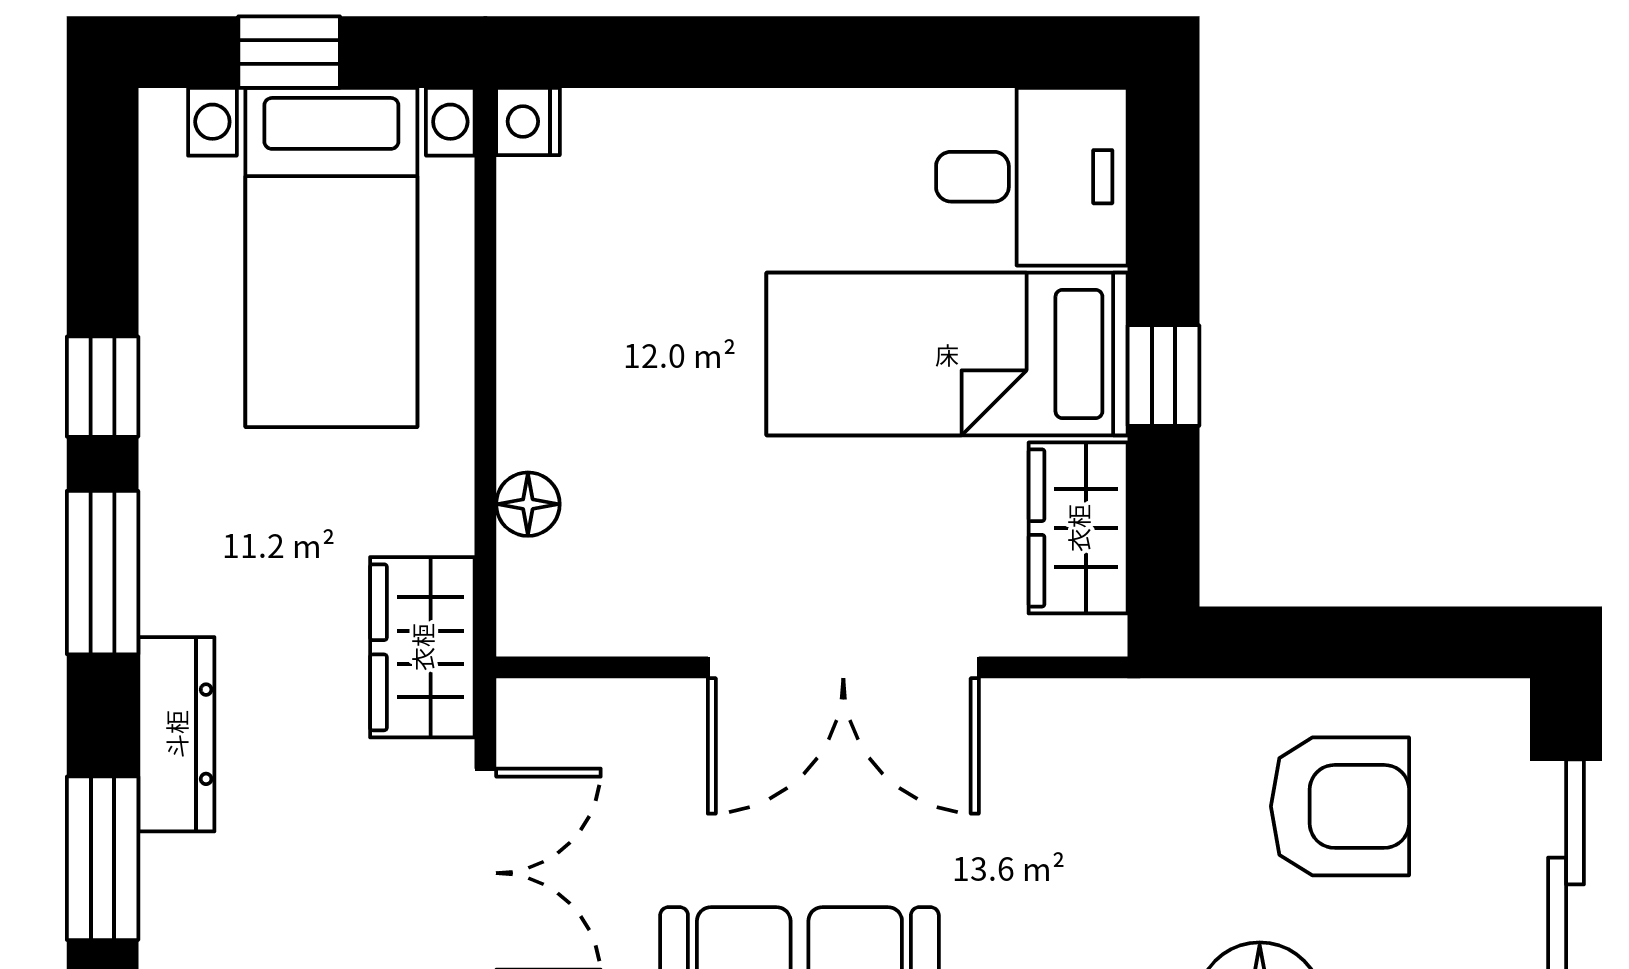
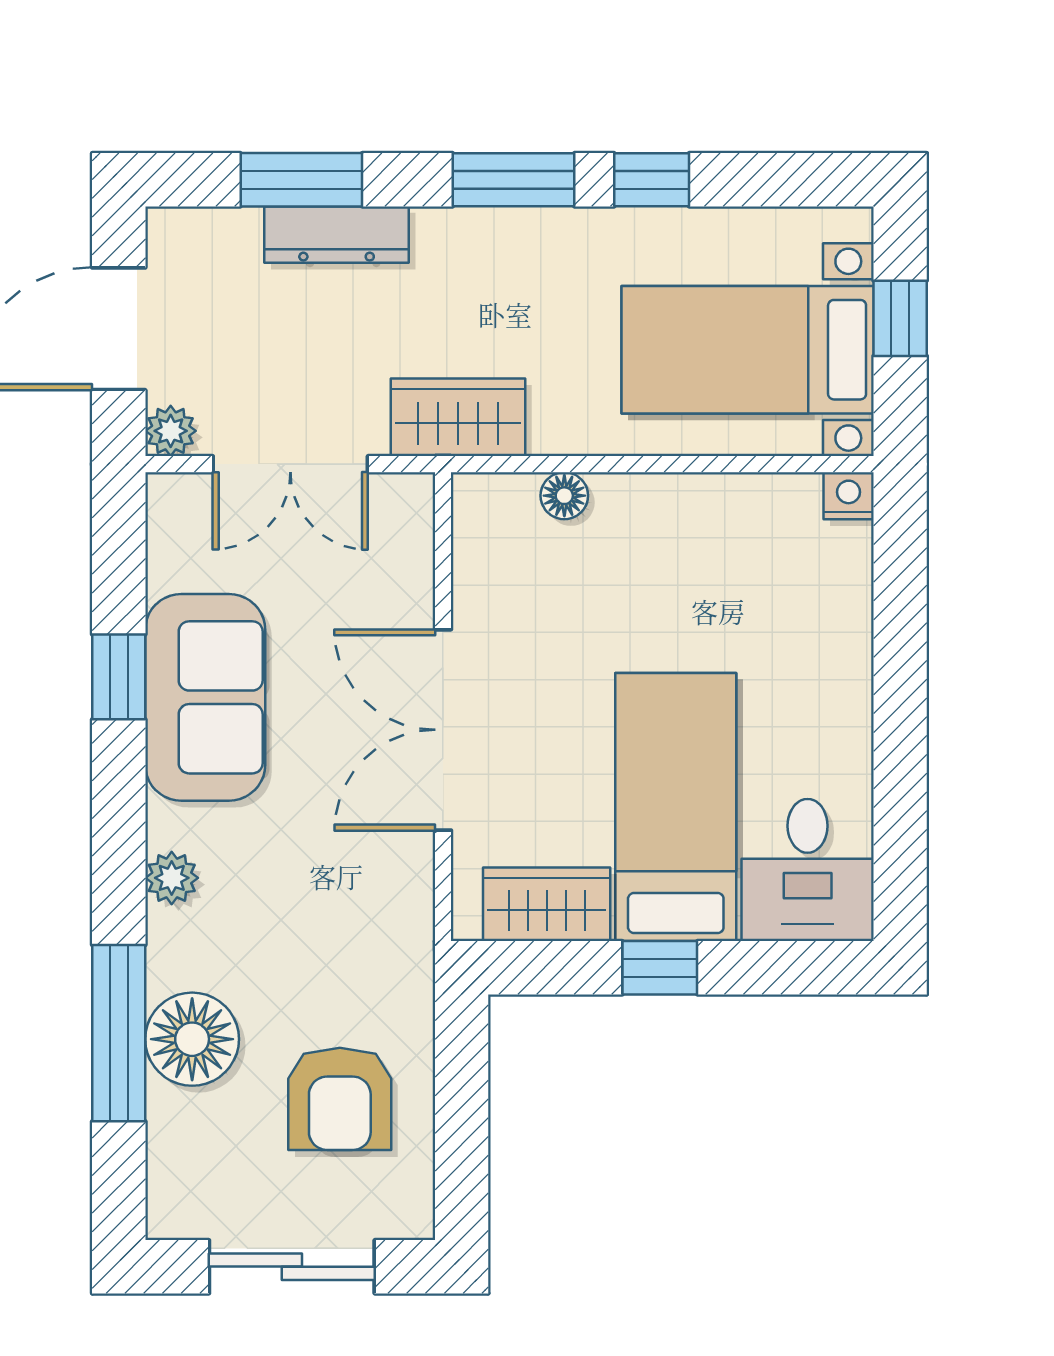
dresser: (176, 734) -> (337, 235), moved

